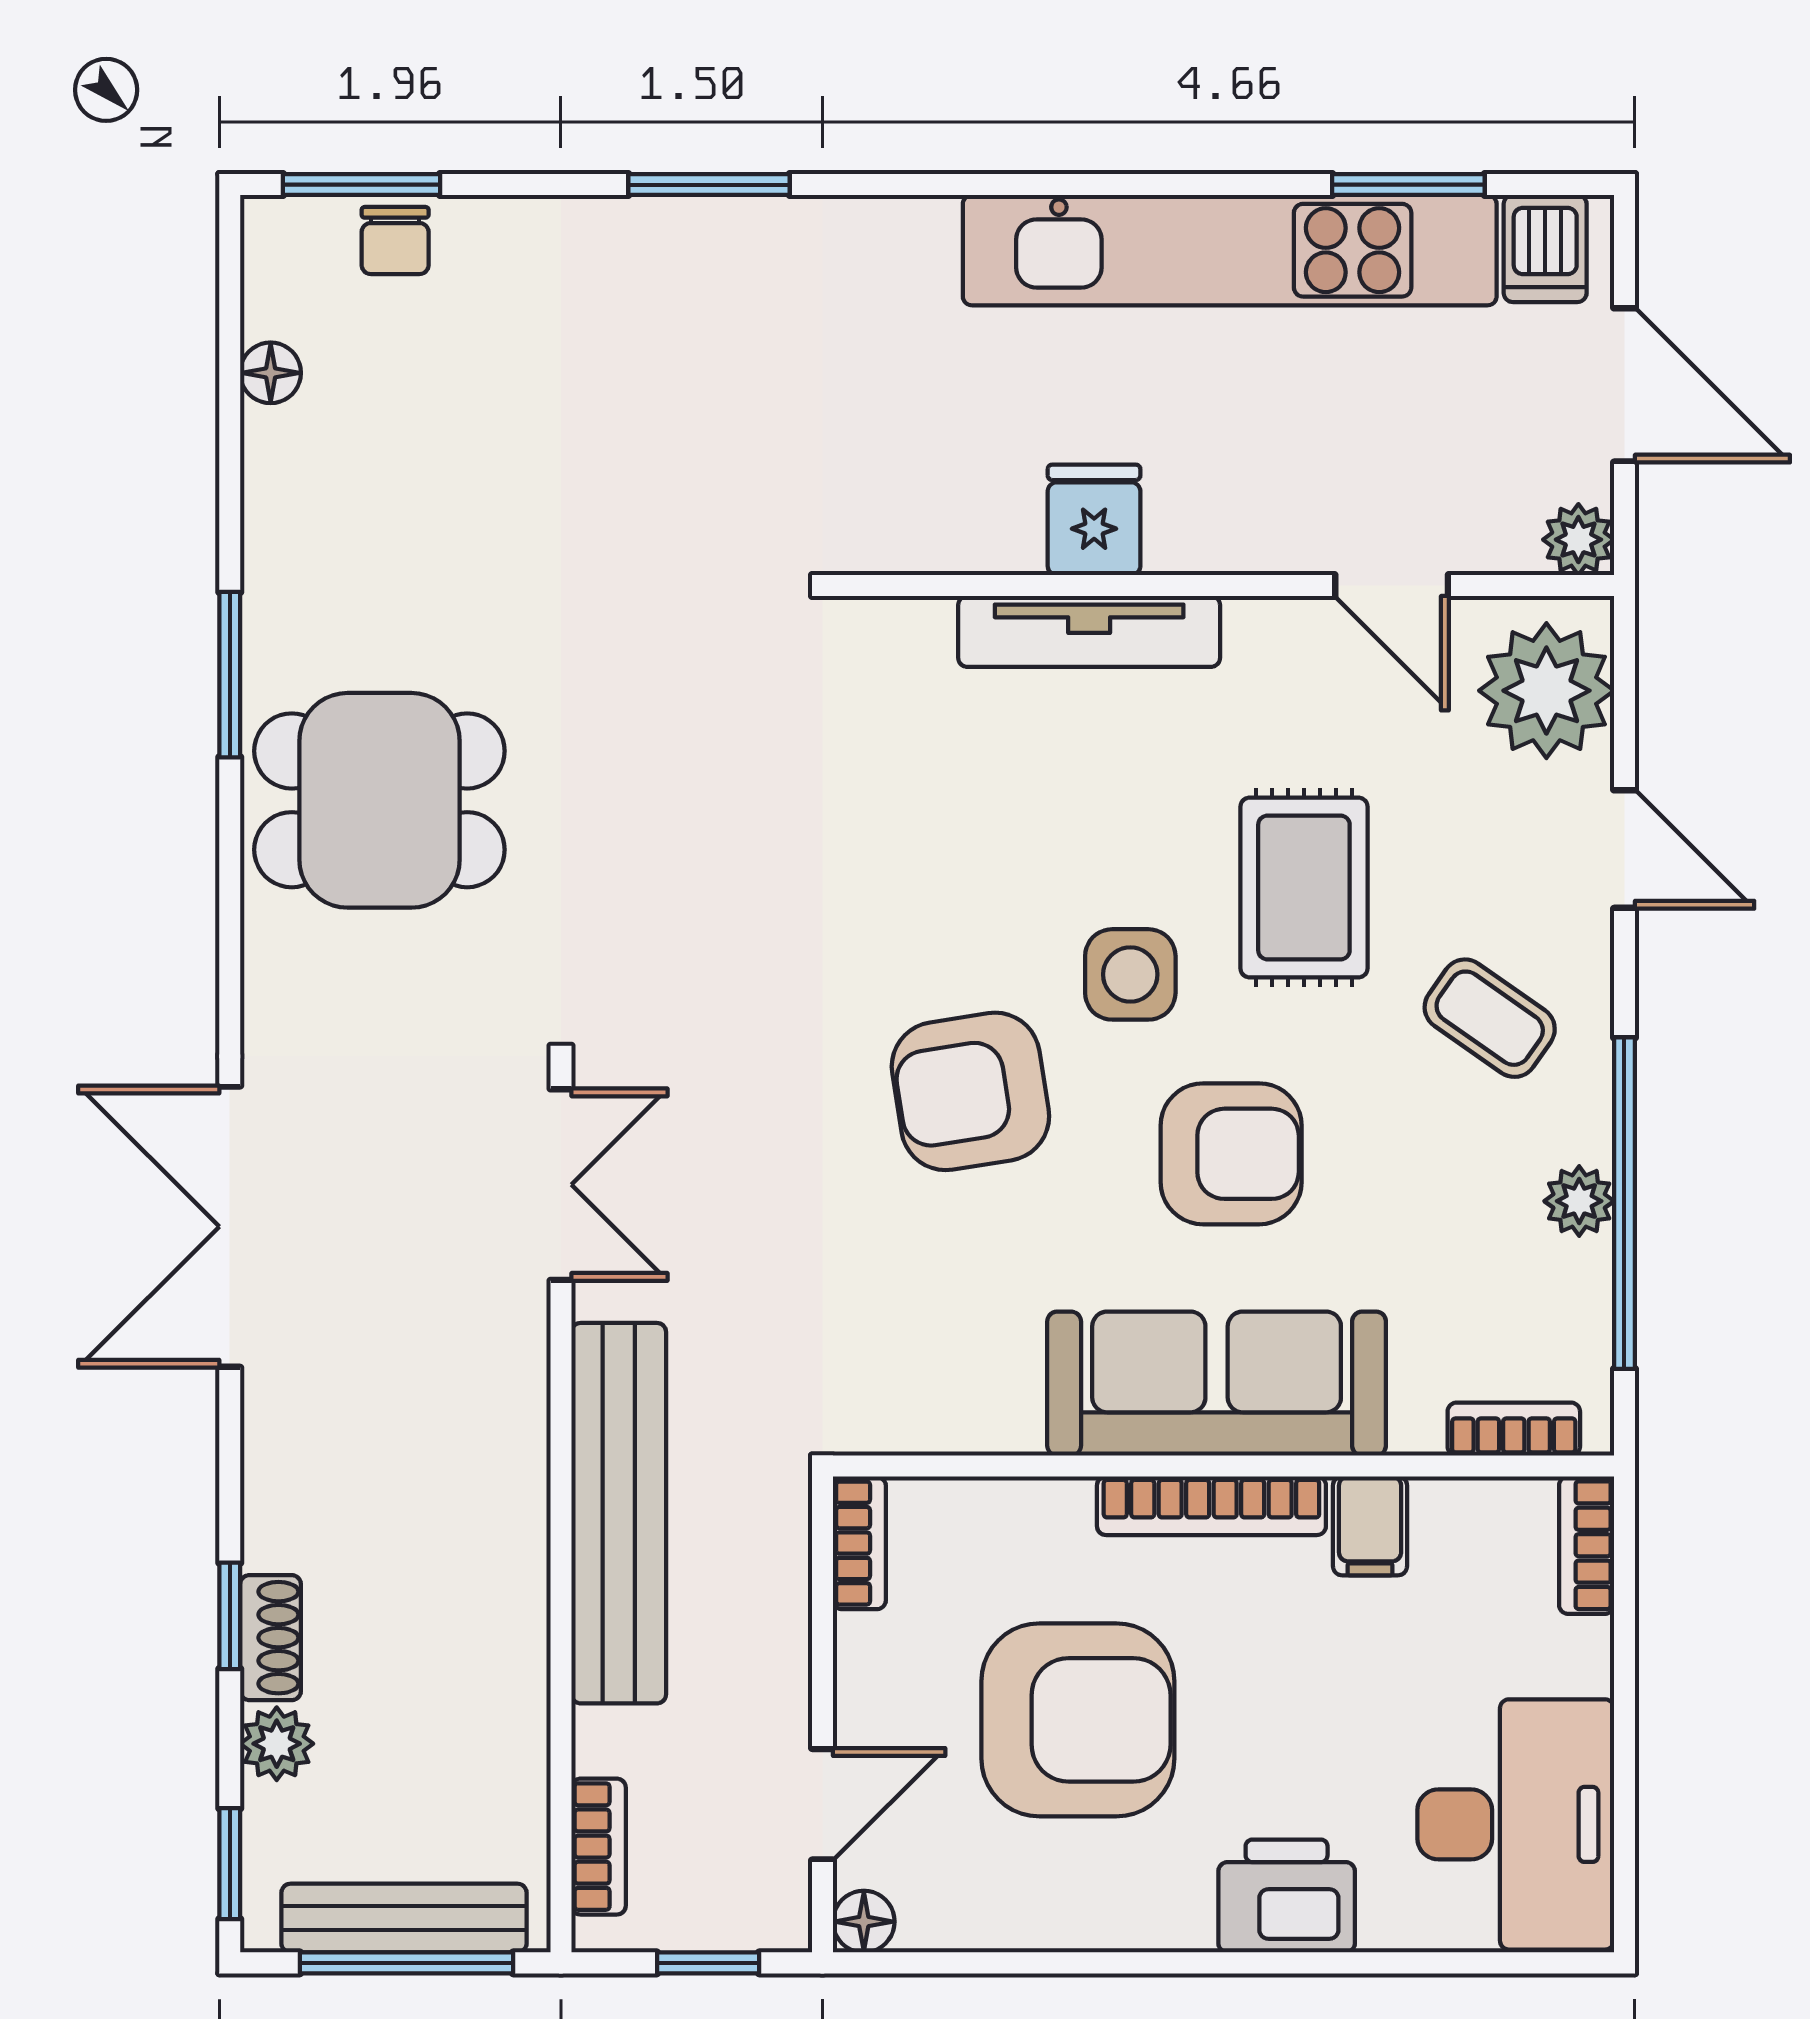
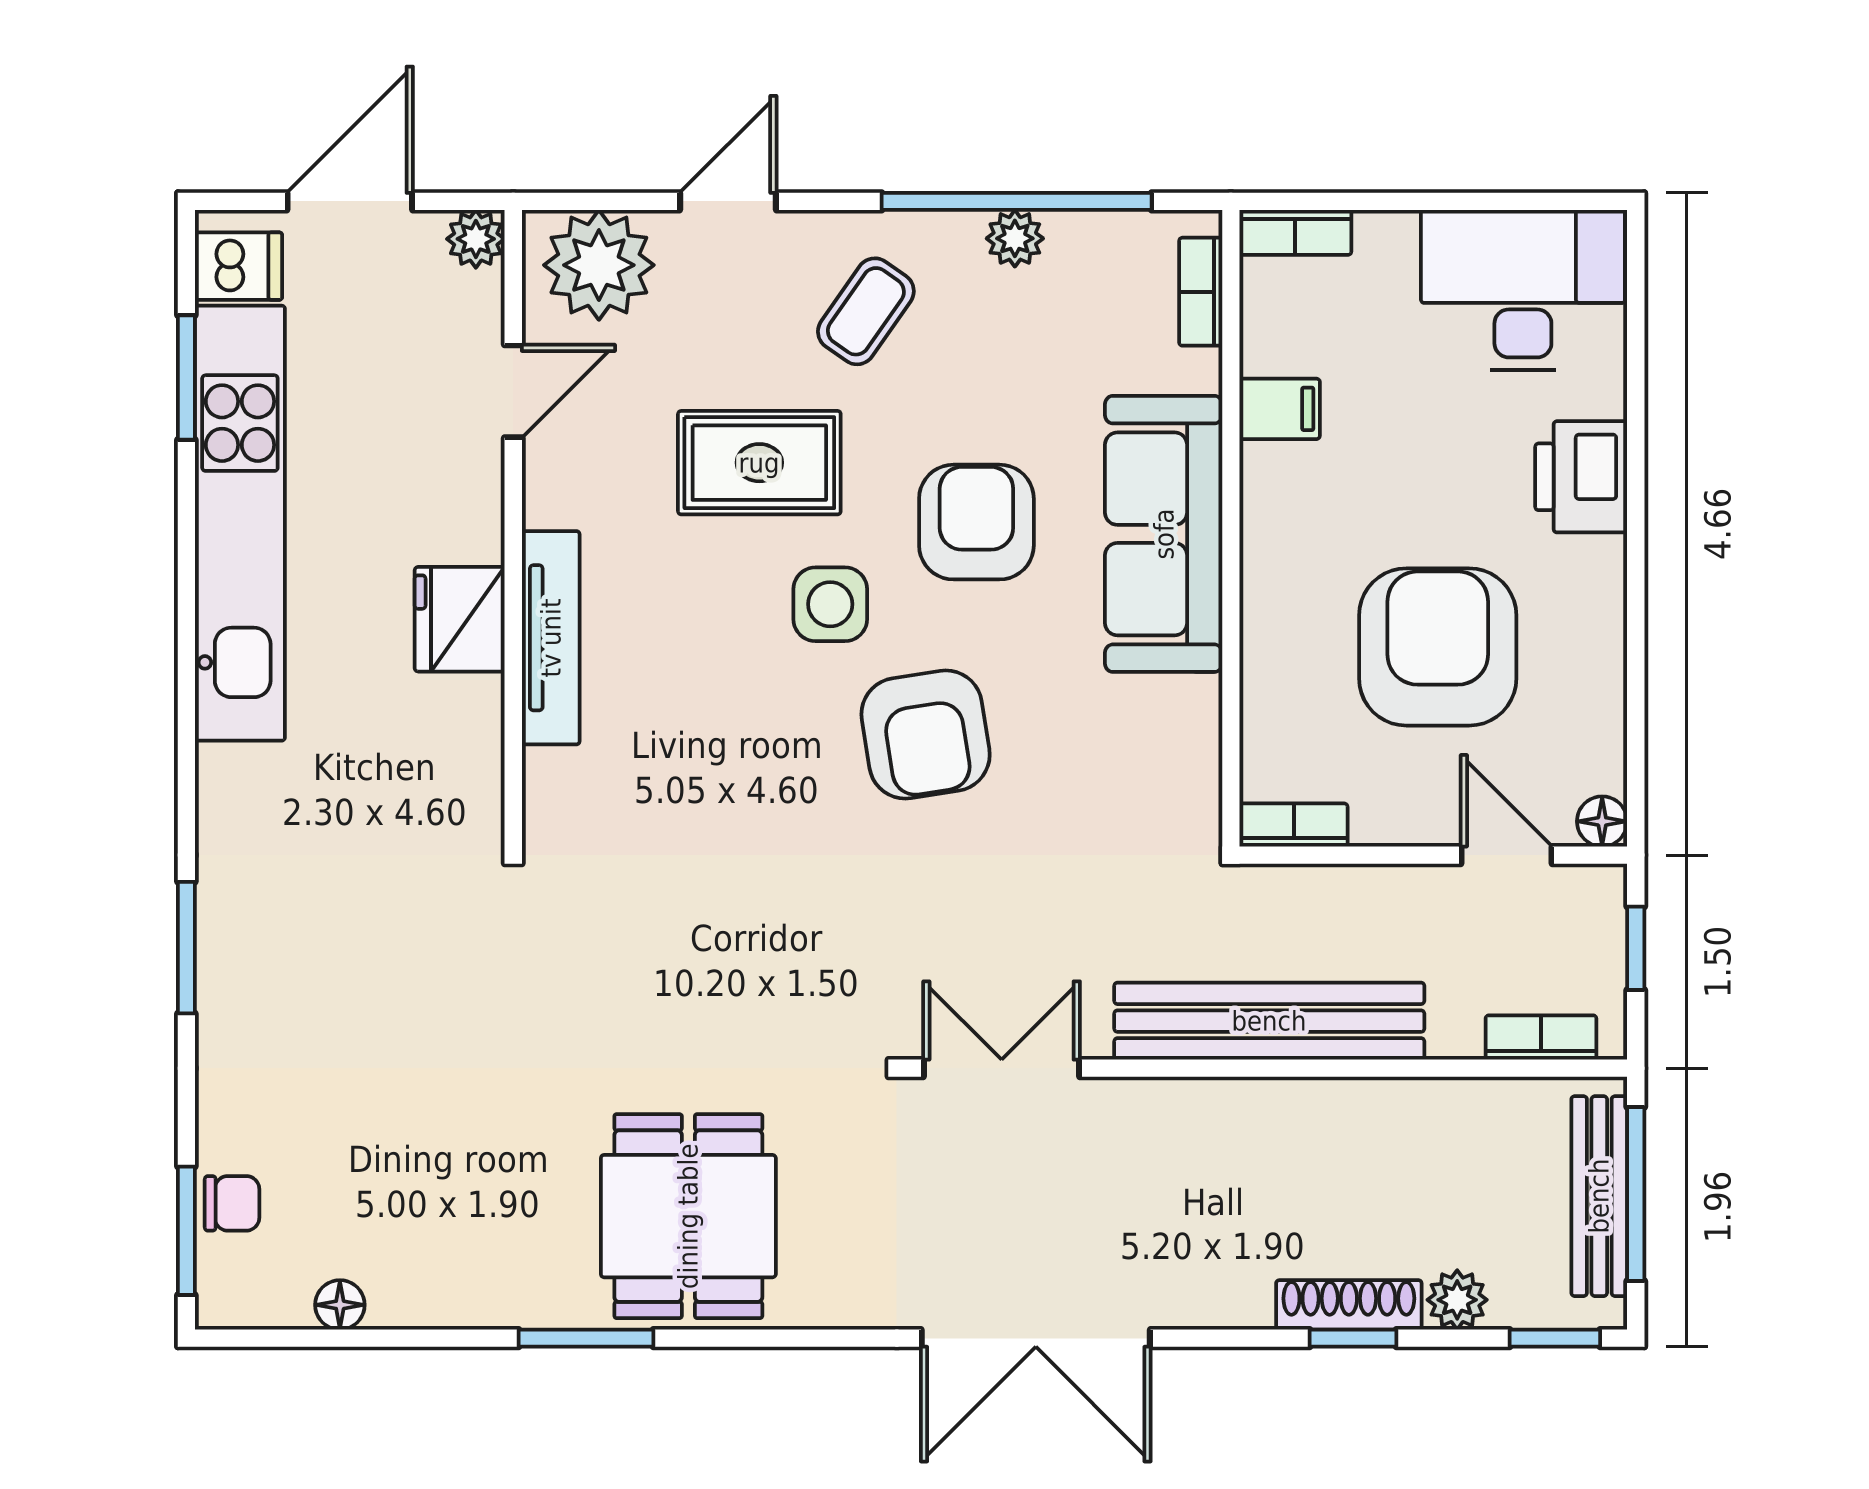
fridge: (1094, 520) -> (460, 619), width x1.38
bookcase: (1211, 1506) -> (1263, 538), removed
shoe rack: (271, 1638) -> (1349, 1305), width x1.43

